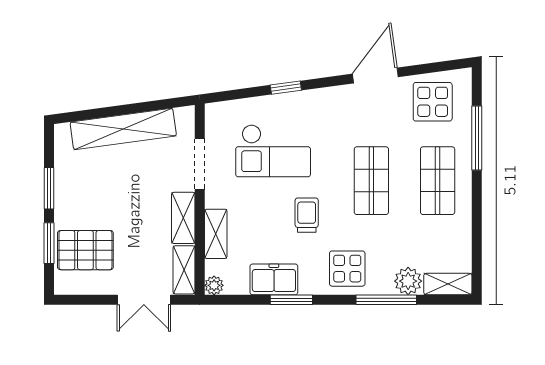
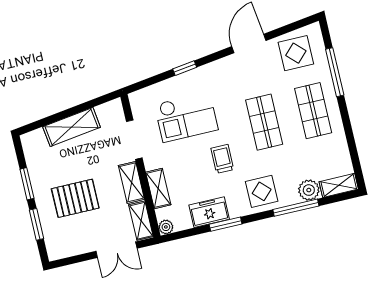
shelving: (123, 129) -> (72, 127), width x0.68
pallet: (85, 250) -> (75, 198), moved

